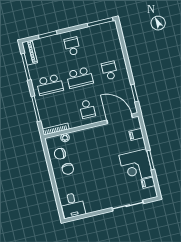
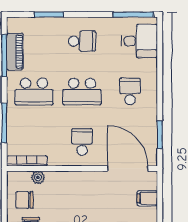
desk: (108, 38) -> (139, 41), added
school desk: (72, 46) -> (82, 41), turned 90
piano: (30, 53) -> (15, 52), moved
school desk: (87, 109) -> (82, 142), turned 180

